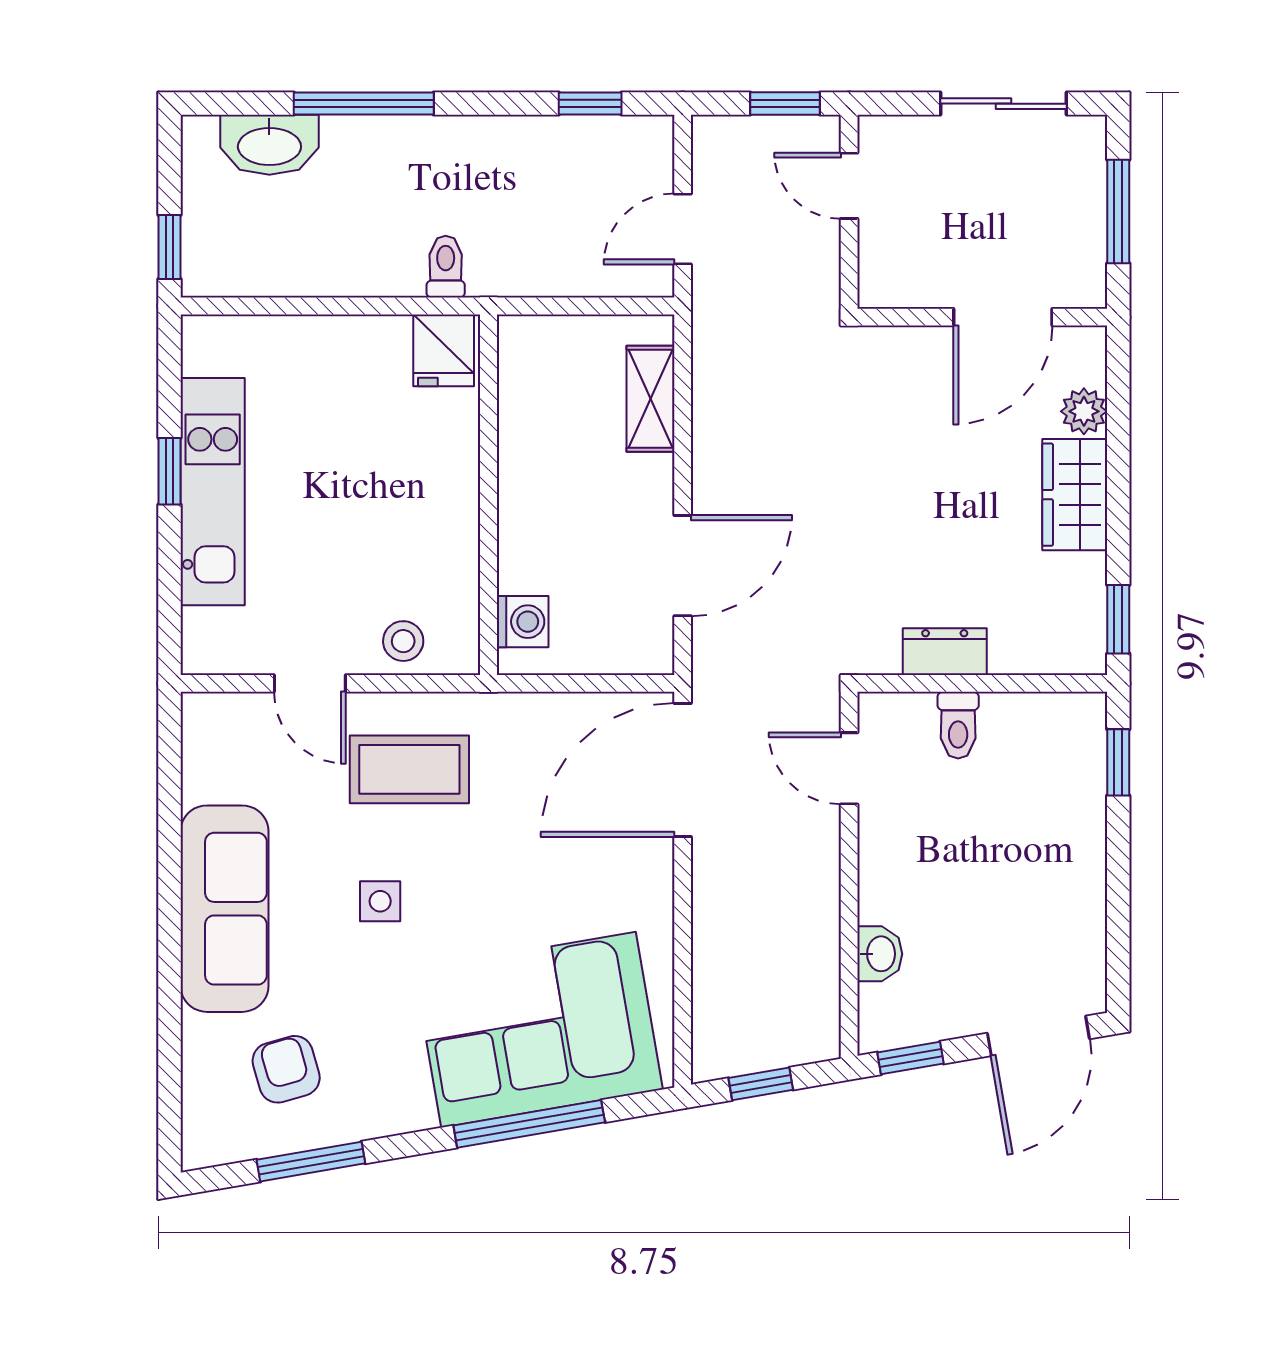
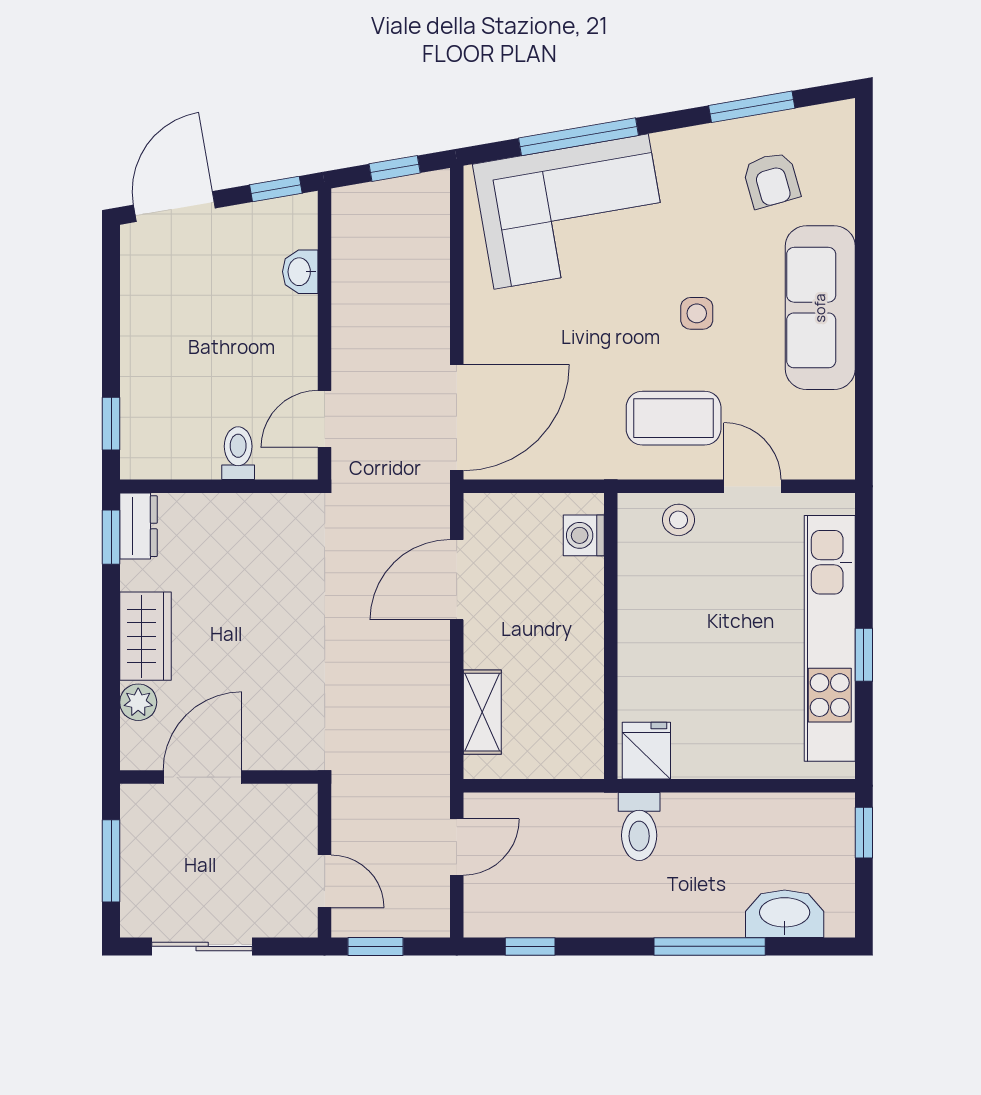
toilet: (446, 267) -> (639, 826), width x1.37, depth x1.39
kitchen unit: (213, 492) -> (830, 638), width x1.36
dresser: (945, 652) -> (138, 526), moved, turned -90
door: (849, 768) -> (325, 419), swing flipped

